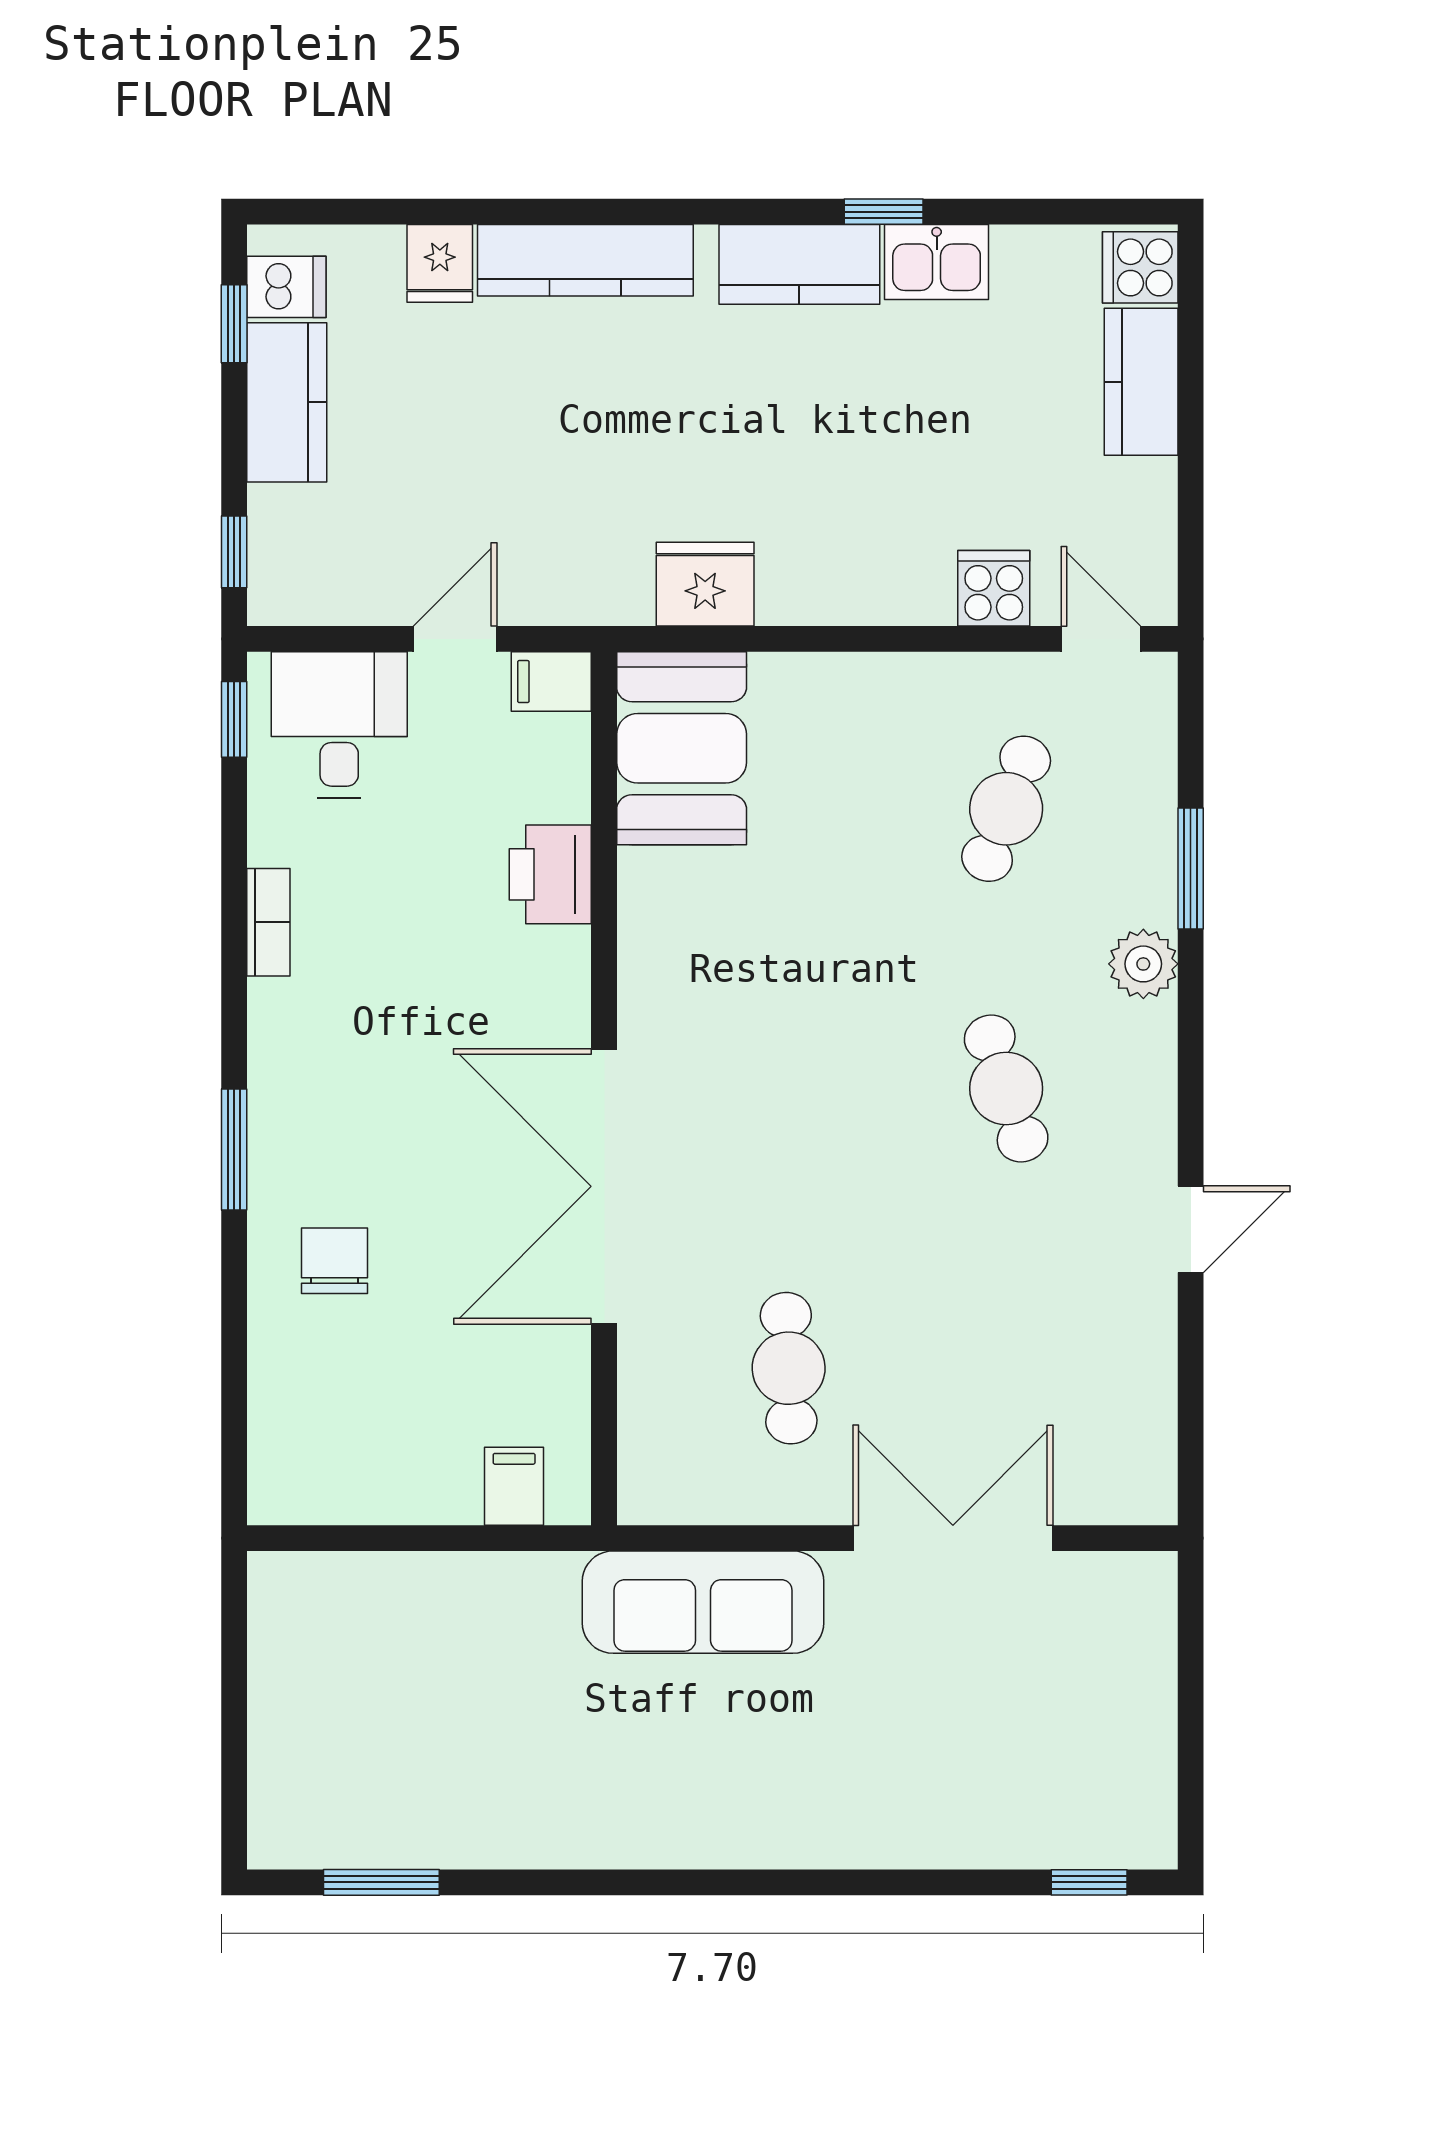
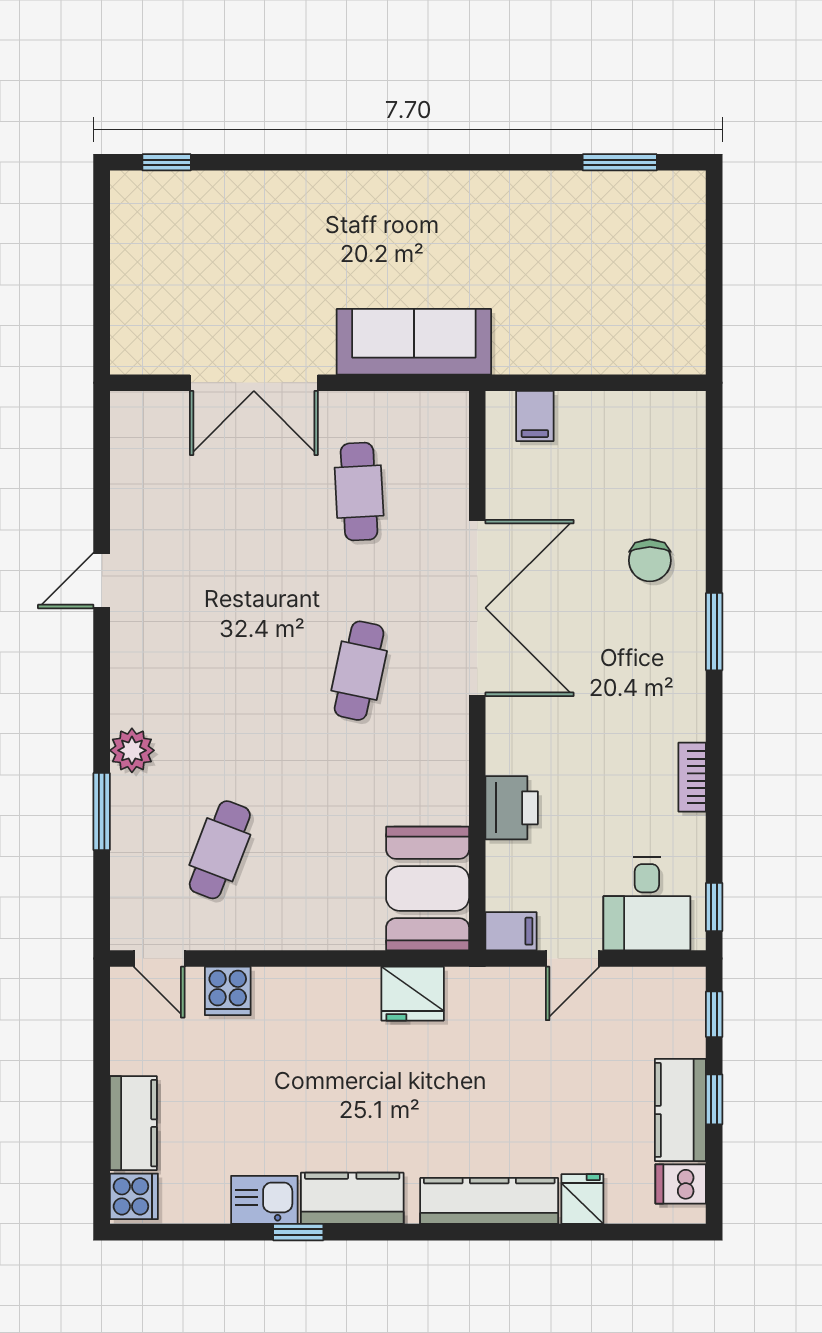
window: (234, 324) -> (714, 1099), moved
cafe table: (1006, 1088) -> (359, 671), moved, turned 30

